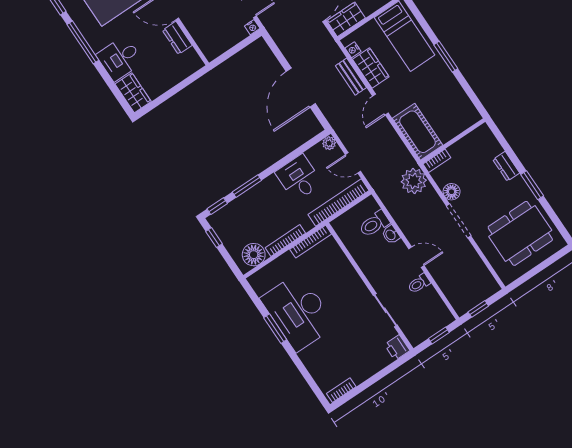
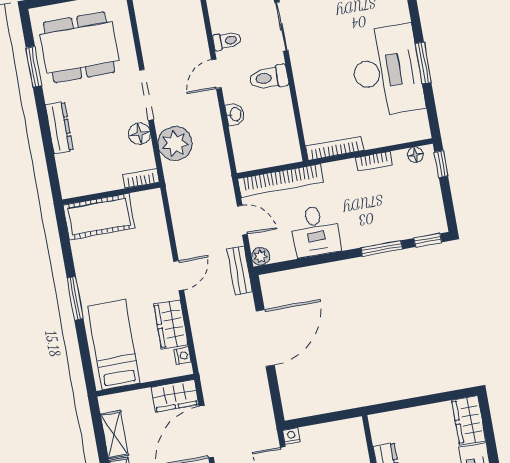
bench: (351, 77) -> (239, 270), moved
cot: (417, 132) -> (99, 216), moved, turned 90
dresser: (506, 166) -> (59, 128), width x1.44
plant: (414, 181) -> (175, 144), moved
window: (532, 185) -> (34, 67), moved
toilet: (374, 224) -> (269, 78), moved, turned 180
window: (214, 238) -> (441, 164), moved
bookcase: (285, 240) -> (374, 161), width x0.64
floor lamp: (254, 255) -> (415, 155), width x0.53, depth x0.53
door: (416, 257) -> (216, 74), hinge flipped

